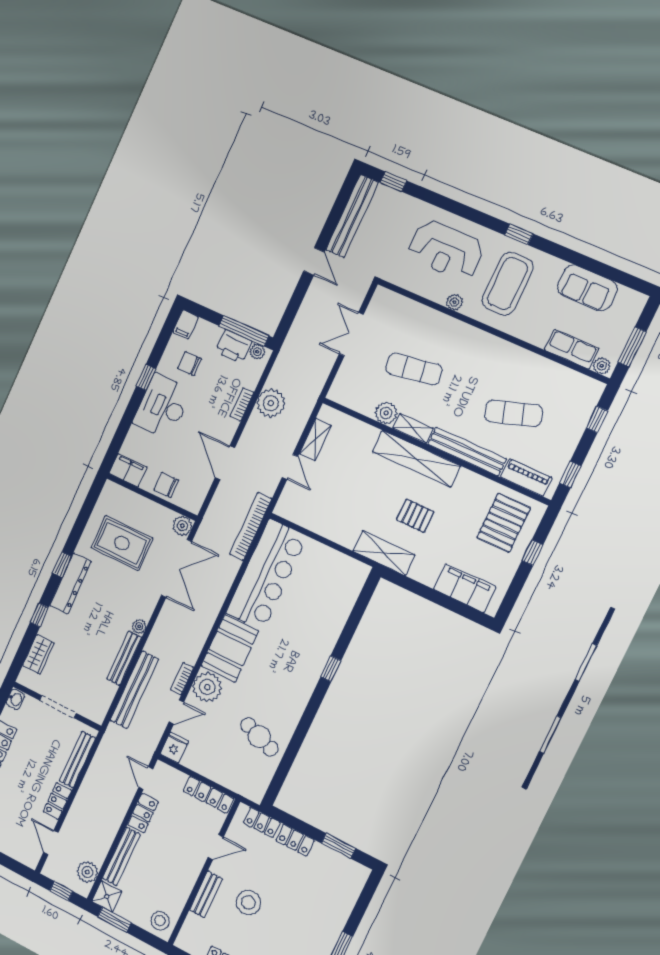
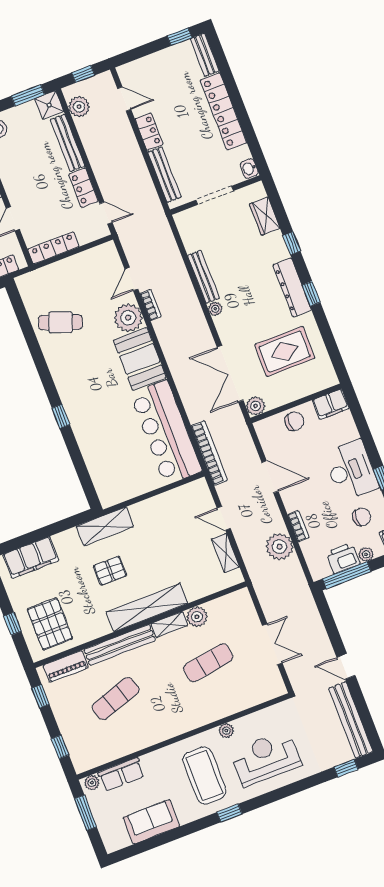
plant: (257, 352) -> (366, 554), moved
bench: (134, 690) -> (175, 263), removed
fridge: (174, 748) -> (108, 254), removed

